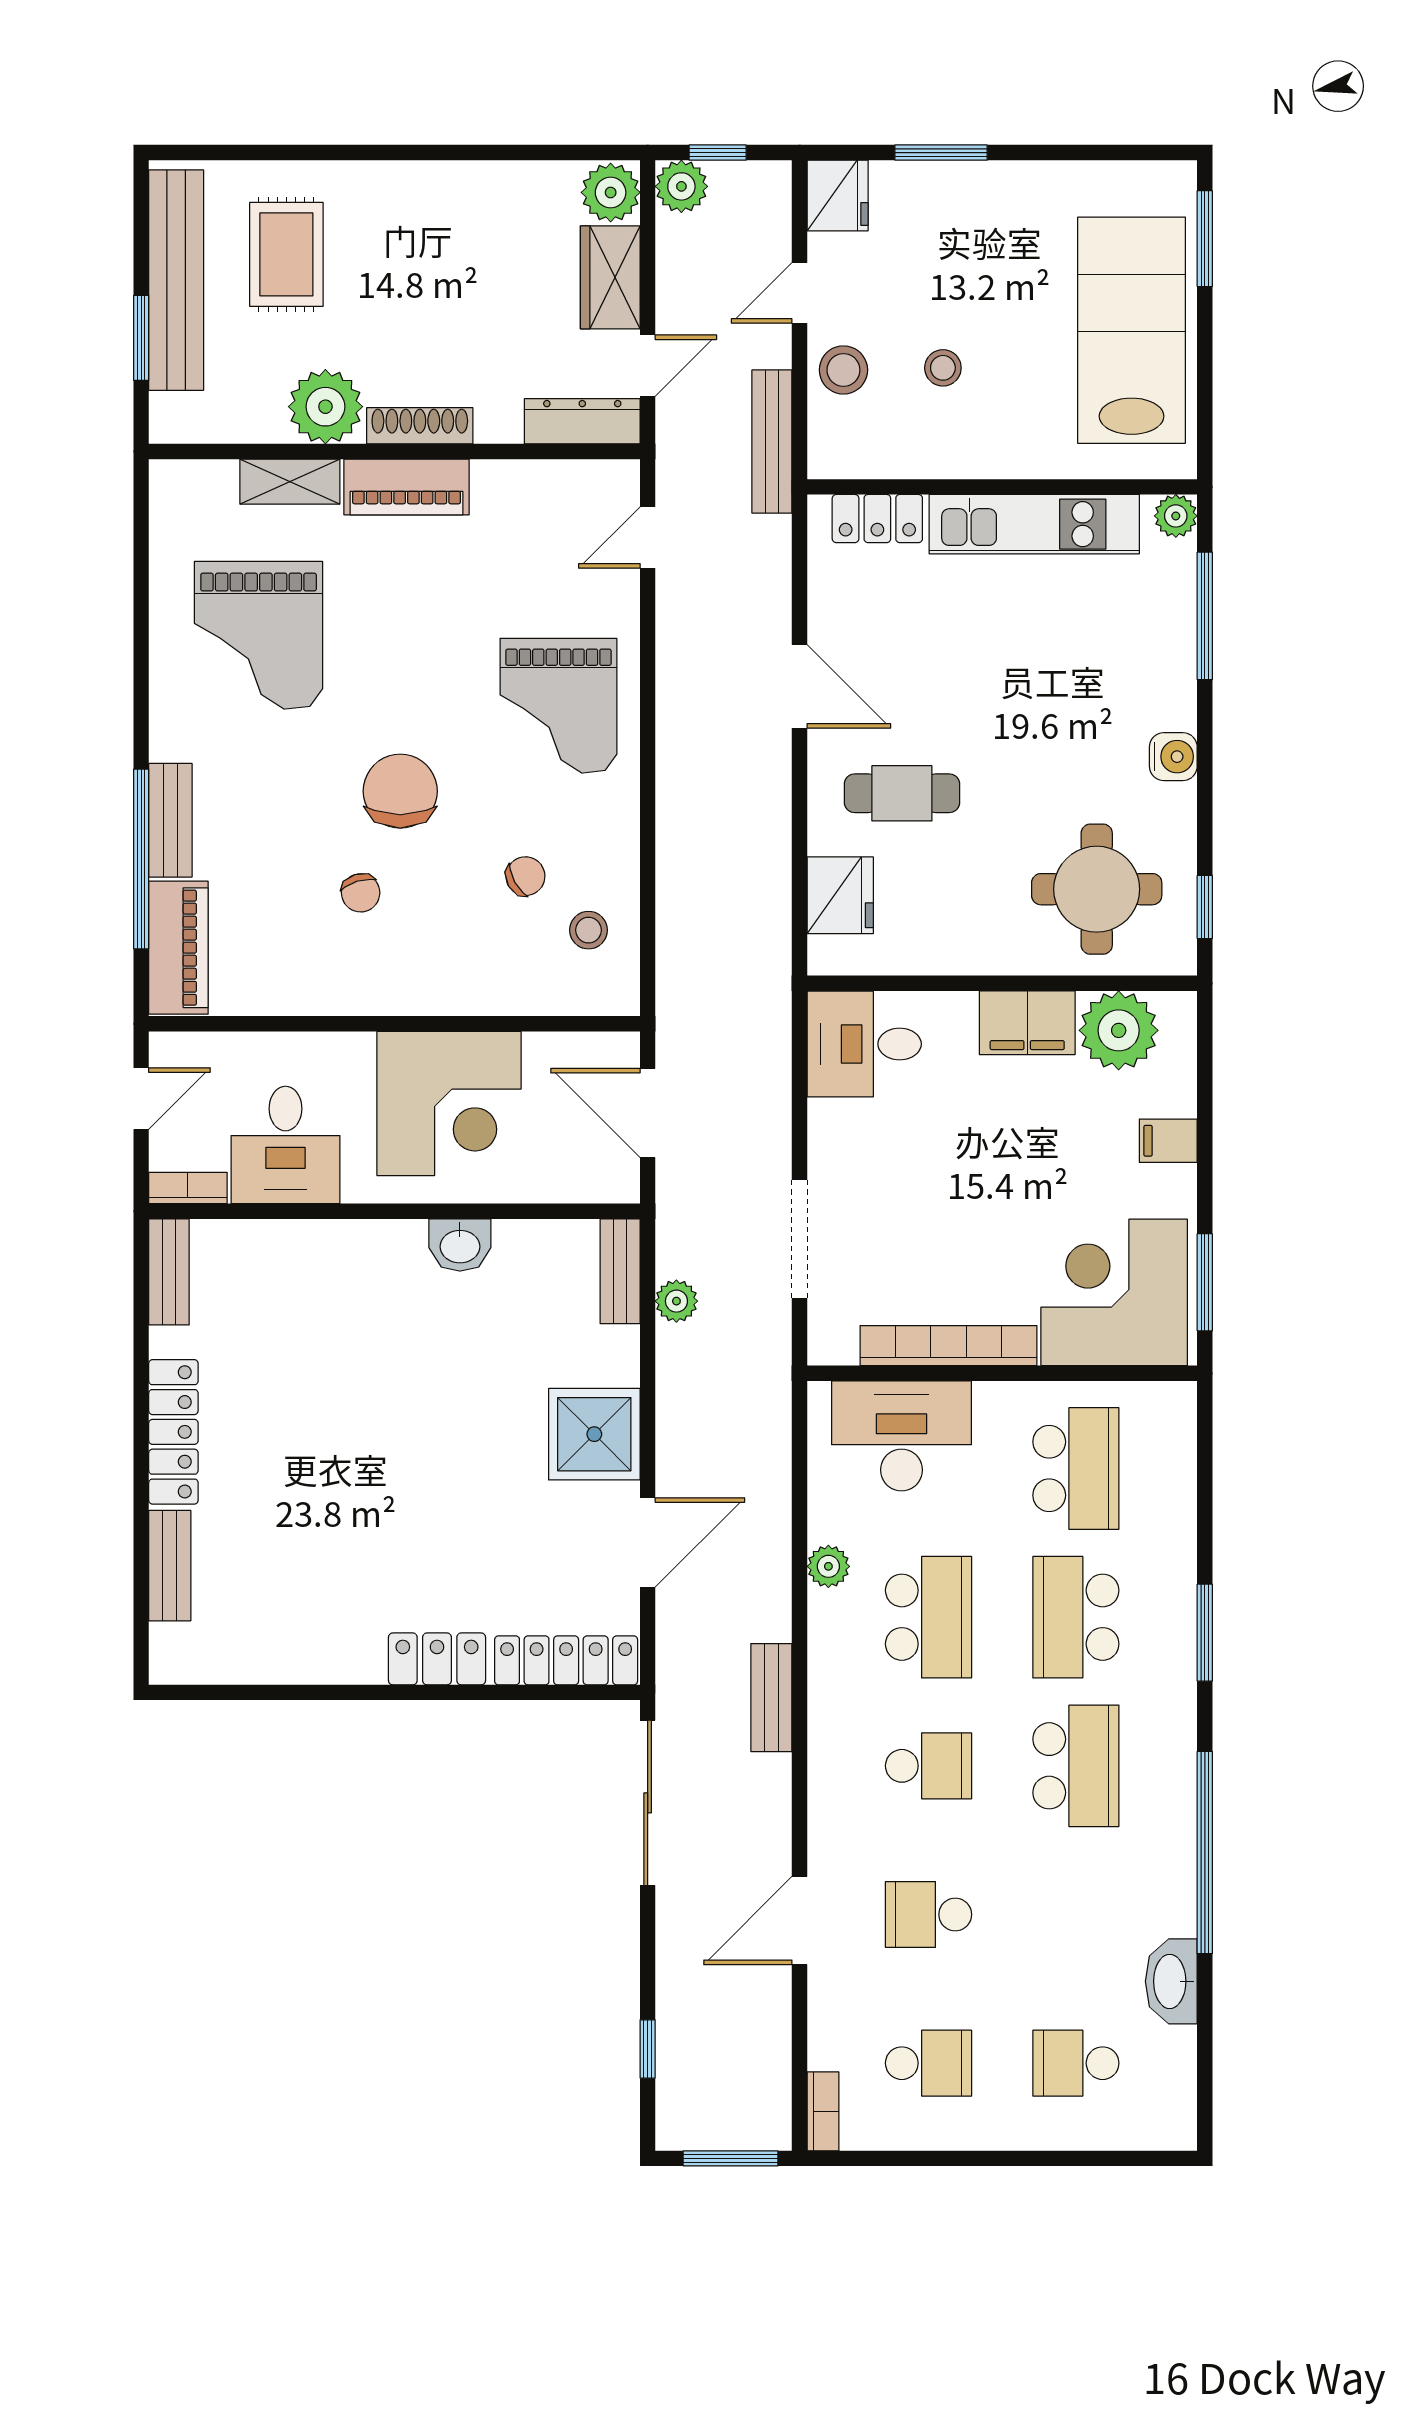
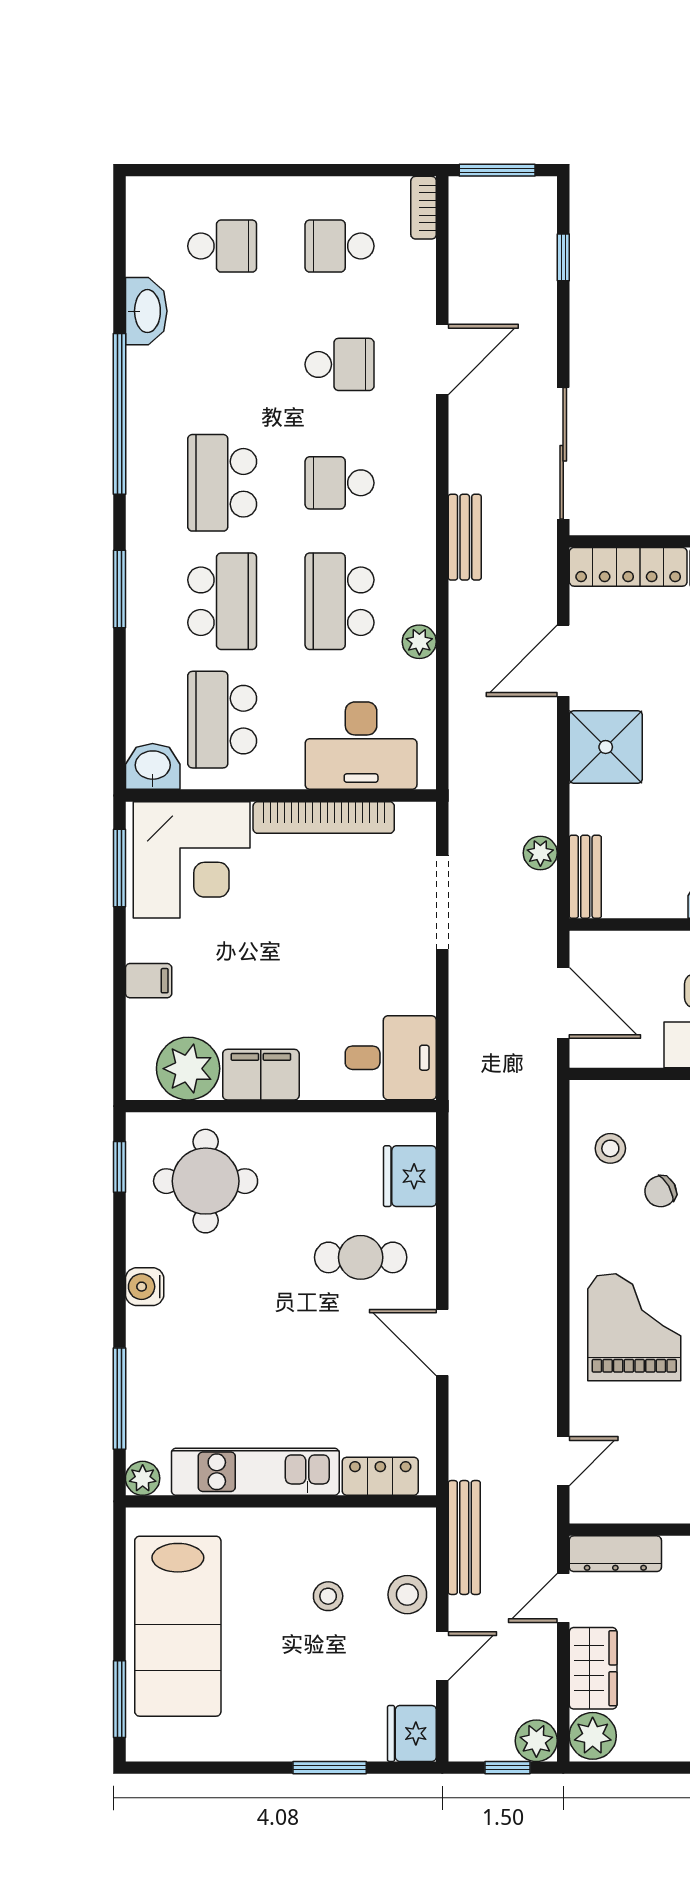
washbasin: (1163, 1410) -> (153, 766), added

